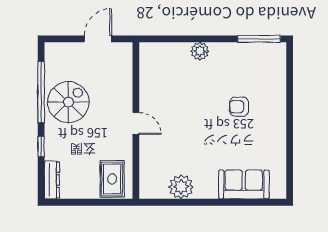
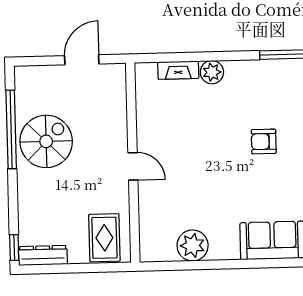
fireplace: (173, 49) -> (178, 70), added
window: (41, 147) -> (14, 247), moved
dresser: (52, 180) -> (43, 255), moved, turned -90

